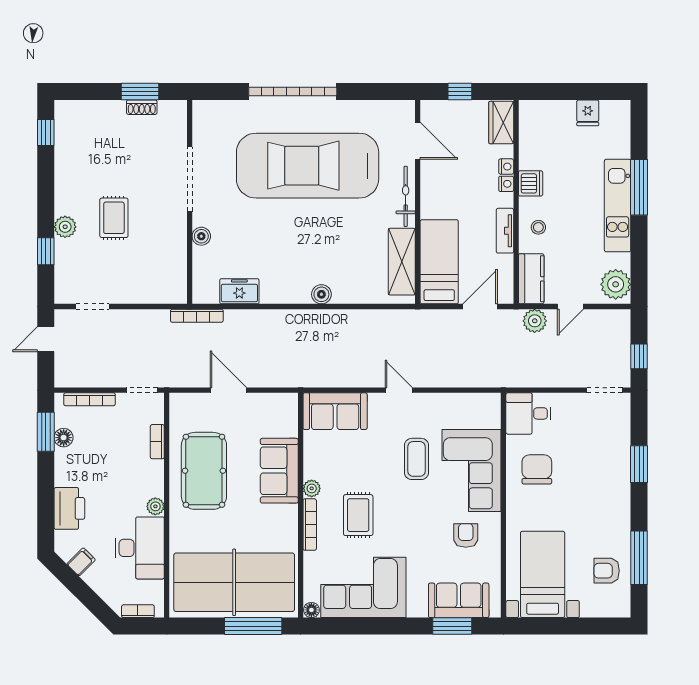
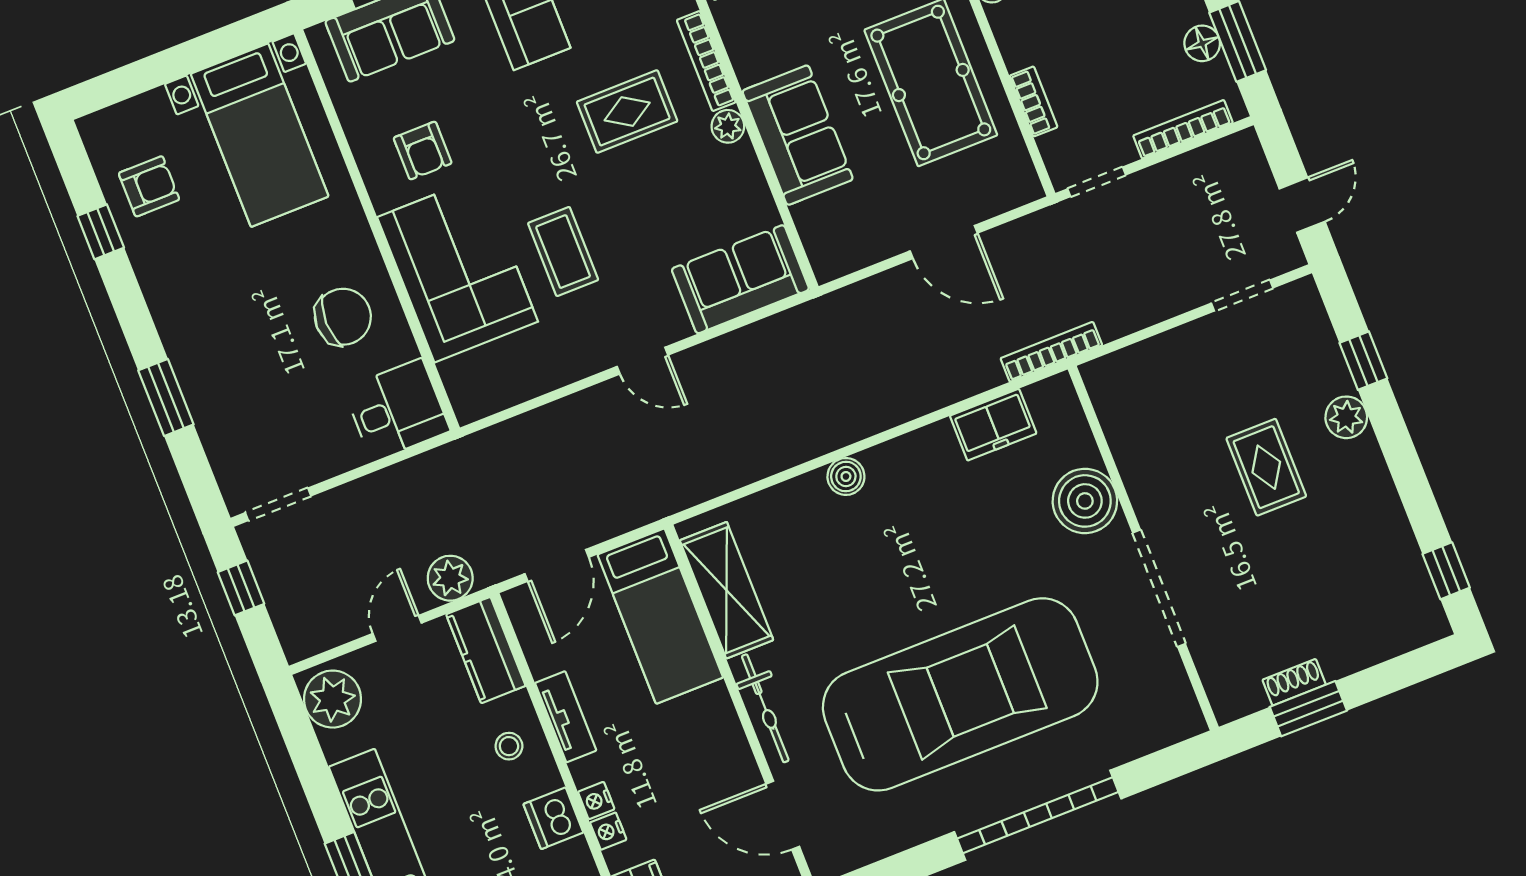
boiler: (201, 236) -> (1085, 501), width x1.86, depth x1.86
chair: (537, 469) -> (343, 317), turned -90
rug: (358, 515) -> (627, 112), turned 90
window: (639, 558) -> (101, 232), width x0.46

